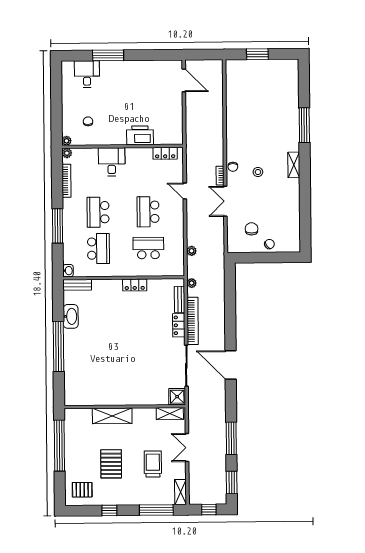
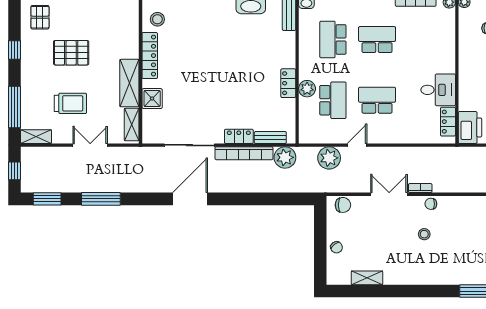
printer: (140, 135) -> (470, 127), moved
desk: (112, 162) -> (438, 90), moved
shelving: (294, 165) -> (367, 278), moved
door: (185, 191) -> (357, 145), moved
chair: (252, 229) -> (343, 205), moved
school desk: (98, 249) -> (333, 39), turned 90
plant: (192, 251) -> (329, 158), width x1.87, depth x1.87
plant: (139, 269) -> (307, 89), added
plant: (192, 283) -> (285, 157), width x1.87, depth x1.87
stool: (83, 393) -> (157, 19), added
shower: (177, 397) -> (152, 99), moved
locker: (113, 399) -> (150, 56), added
shelving: (112, 416) -> (129, 83), moved

